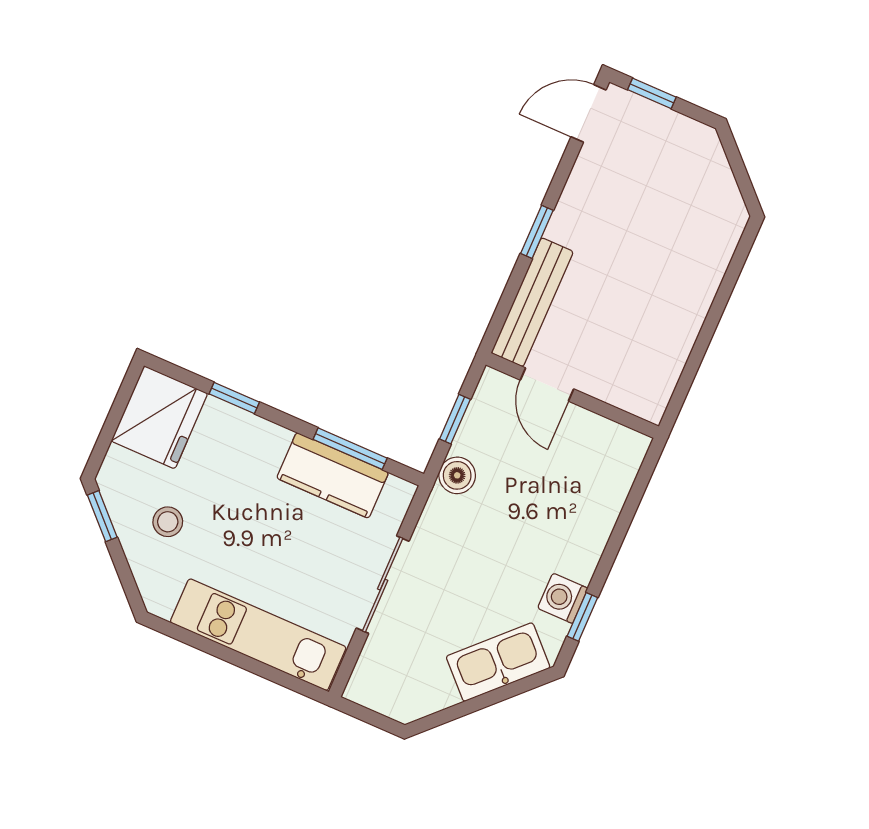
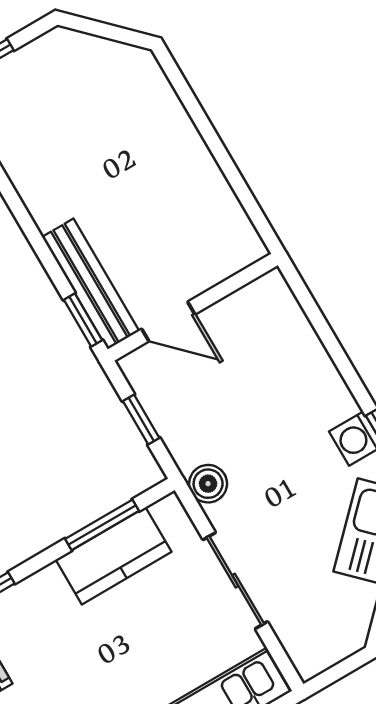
window: (537, 232) -> (83, 320), moved
boiler: (457, 475) -> (208, 484), moved

